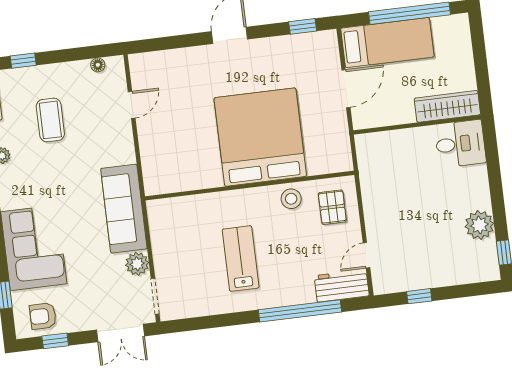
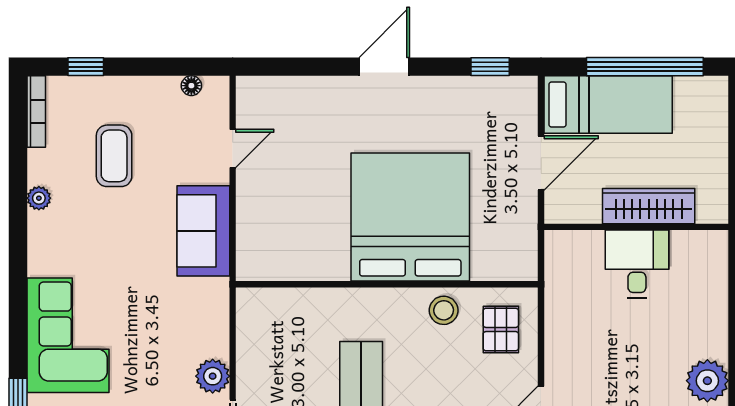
wardrobe: (447, 106) -> (649, 206), moved
desk: (460, 144) -> (637, 264), moved, turned -90
sofa: (124, 209) -> (203, 231), moved, width x0.73

